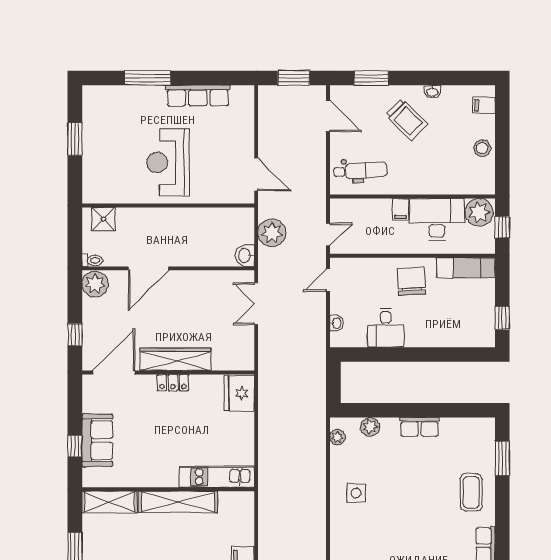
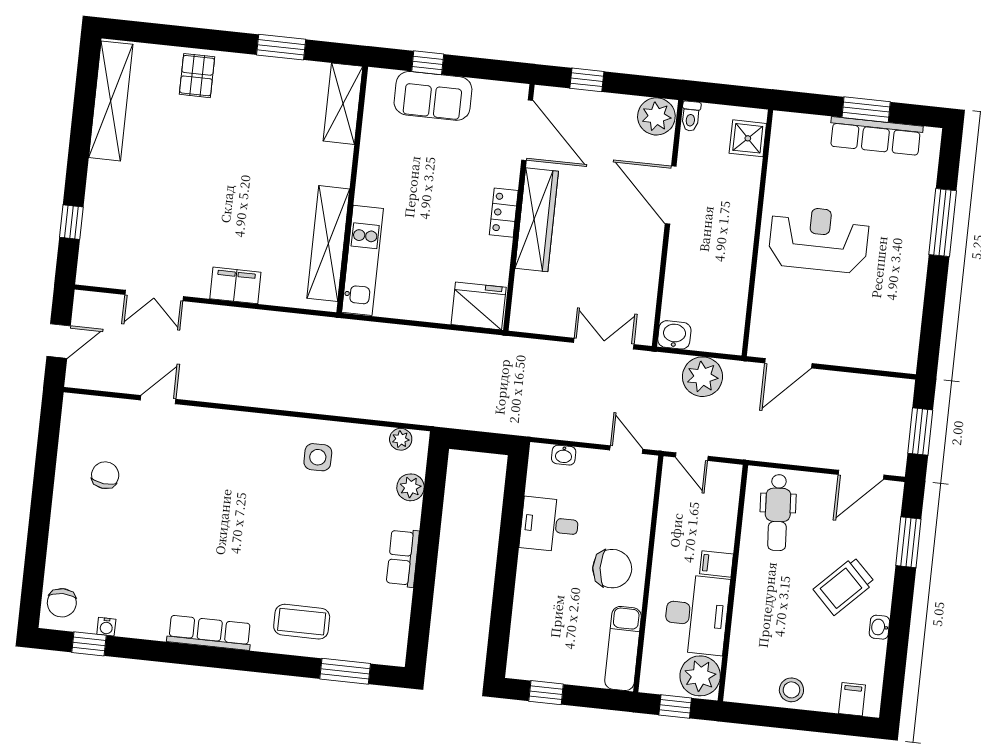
row of seats: (198, 96) -> (876, 136), moved, turned -90
shelving: (178, 502) -> (328, 244), moved

